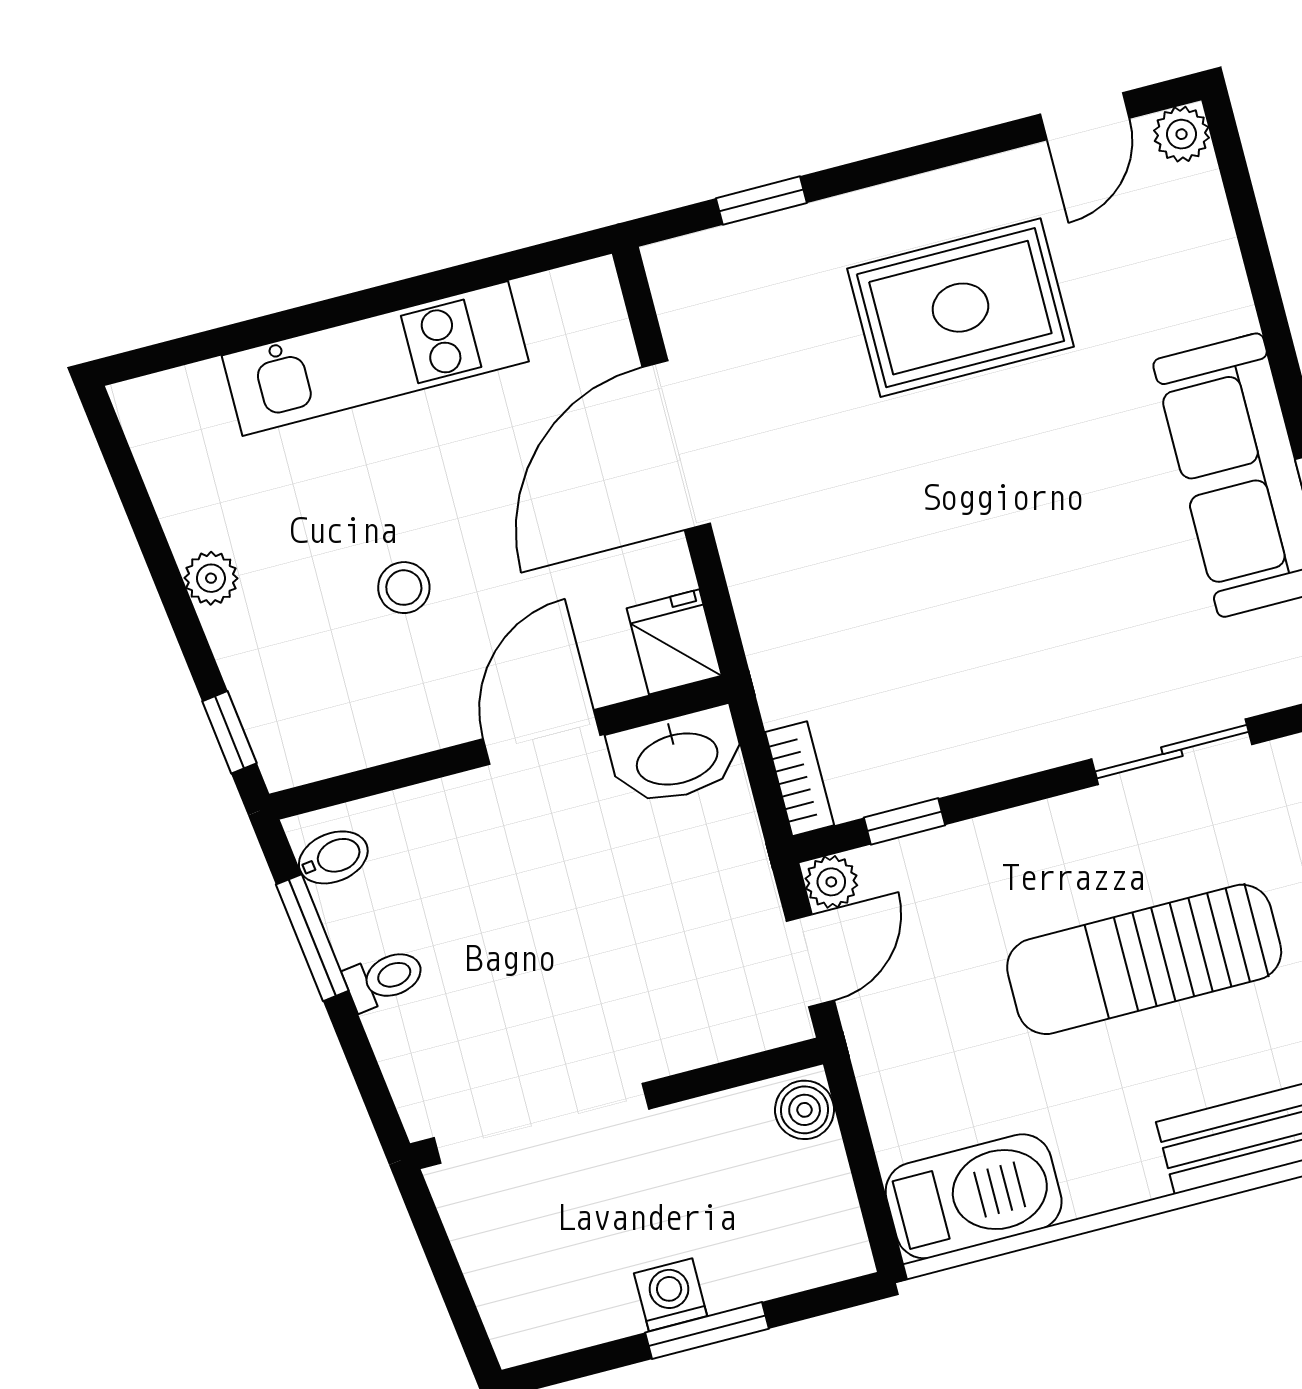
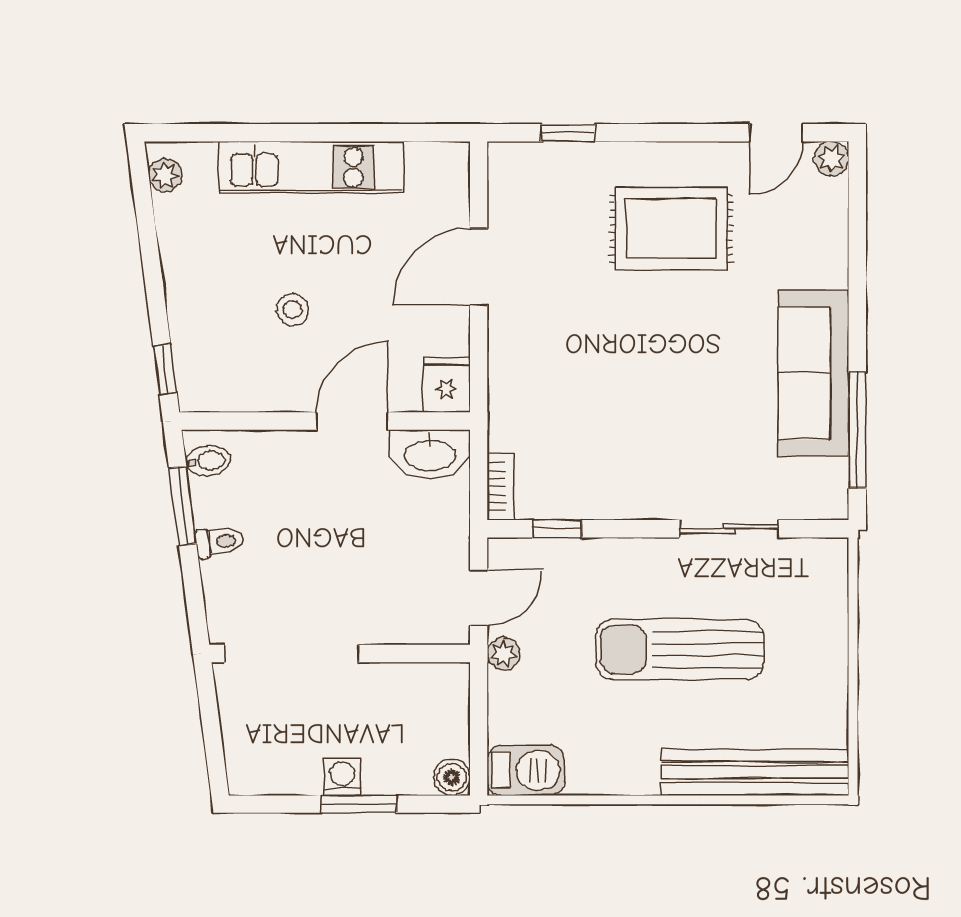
door: (676, 445) -> (479, 267), width x0.73
plant: (211, 578) -> (165, 175), moved
plant: (831, 882) -> (504, 654), moved
boiler: (805, 1110) -> (452, 777), moved
barbecue: (974, 1196) -> (526, 770), width x0.73, depth x0.83

